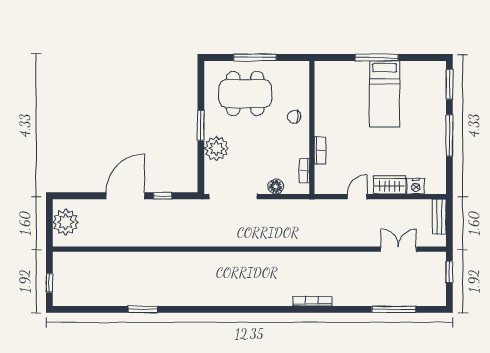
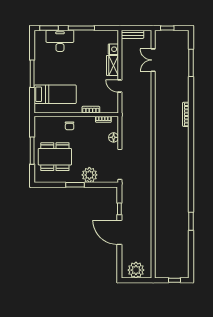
dining table: (245, 94) -> (55, 157), turned 90
bed: (385, 94) -> (55, 94), moved
desk: (429, 102) -> (60, 41), added

